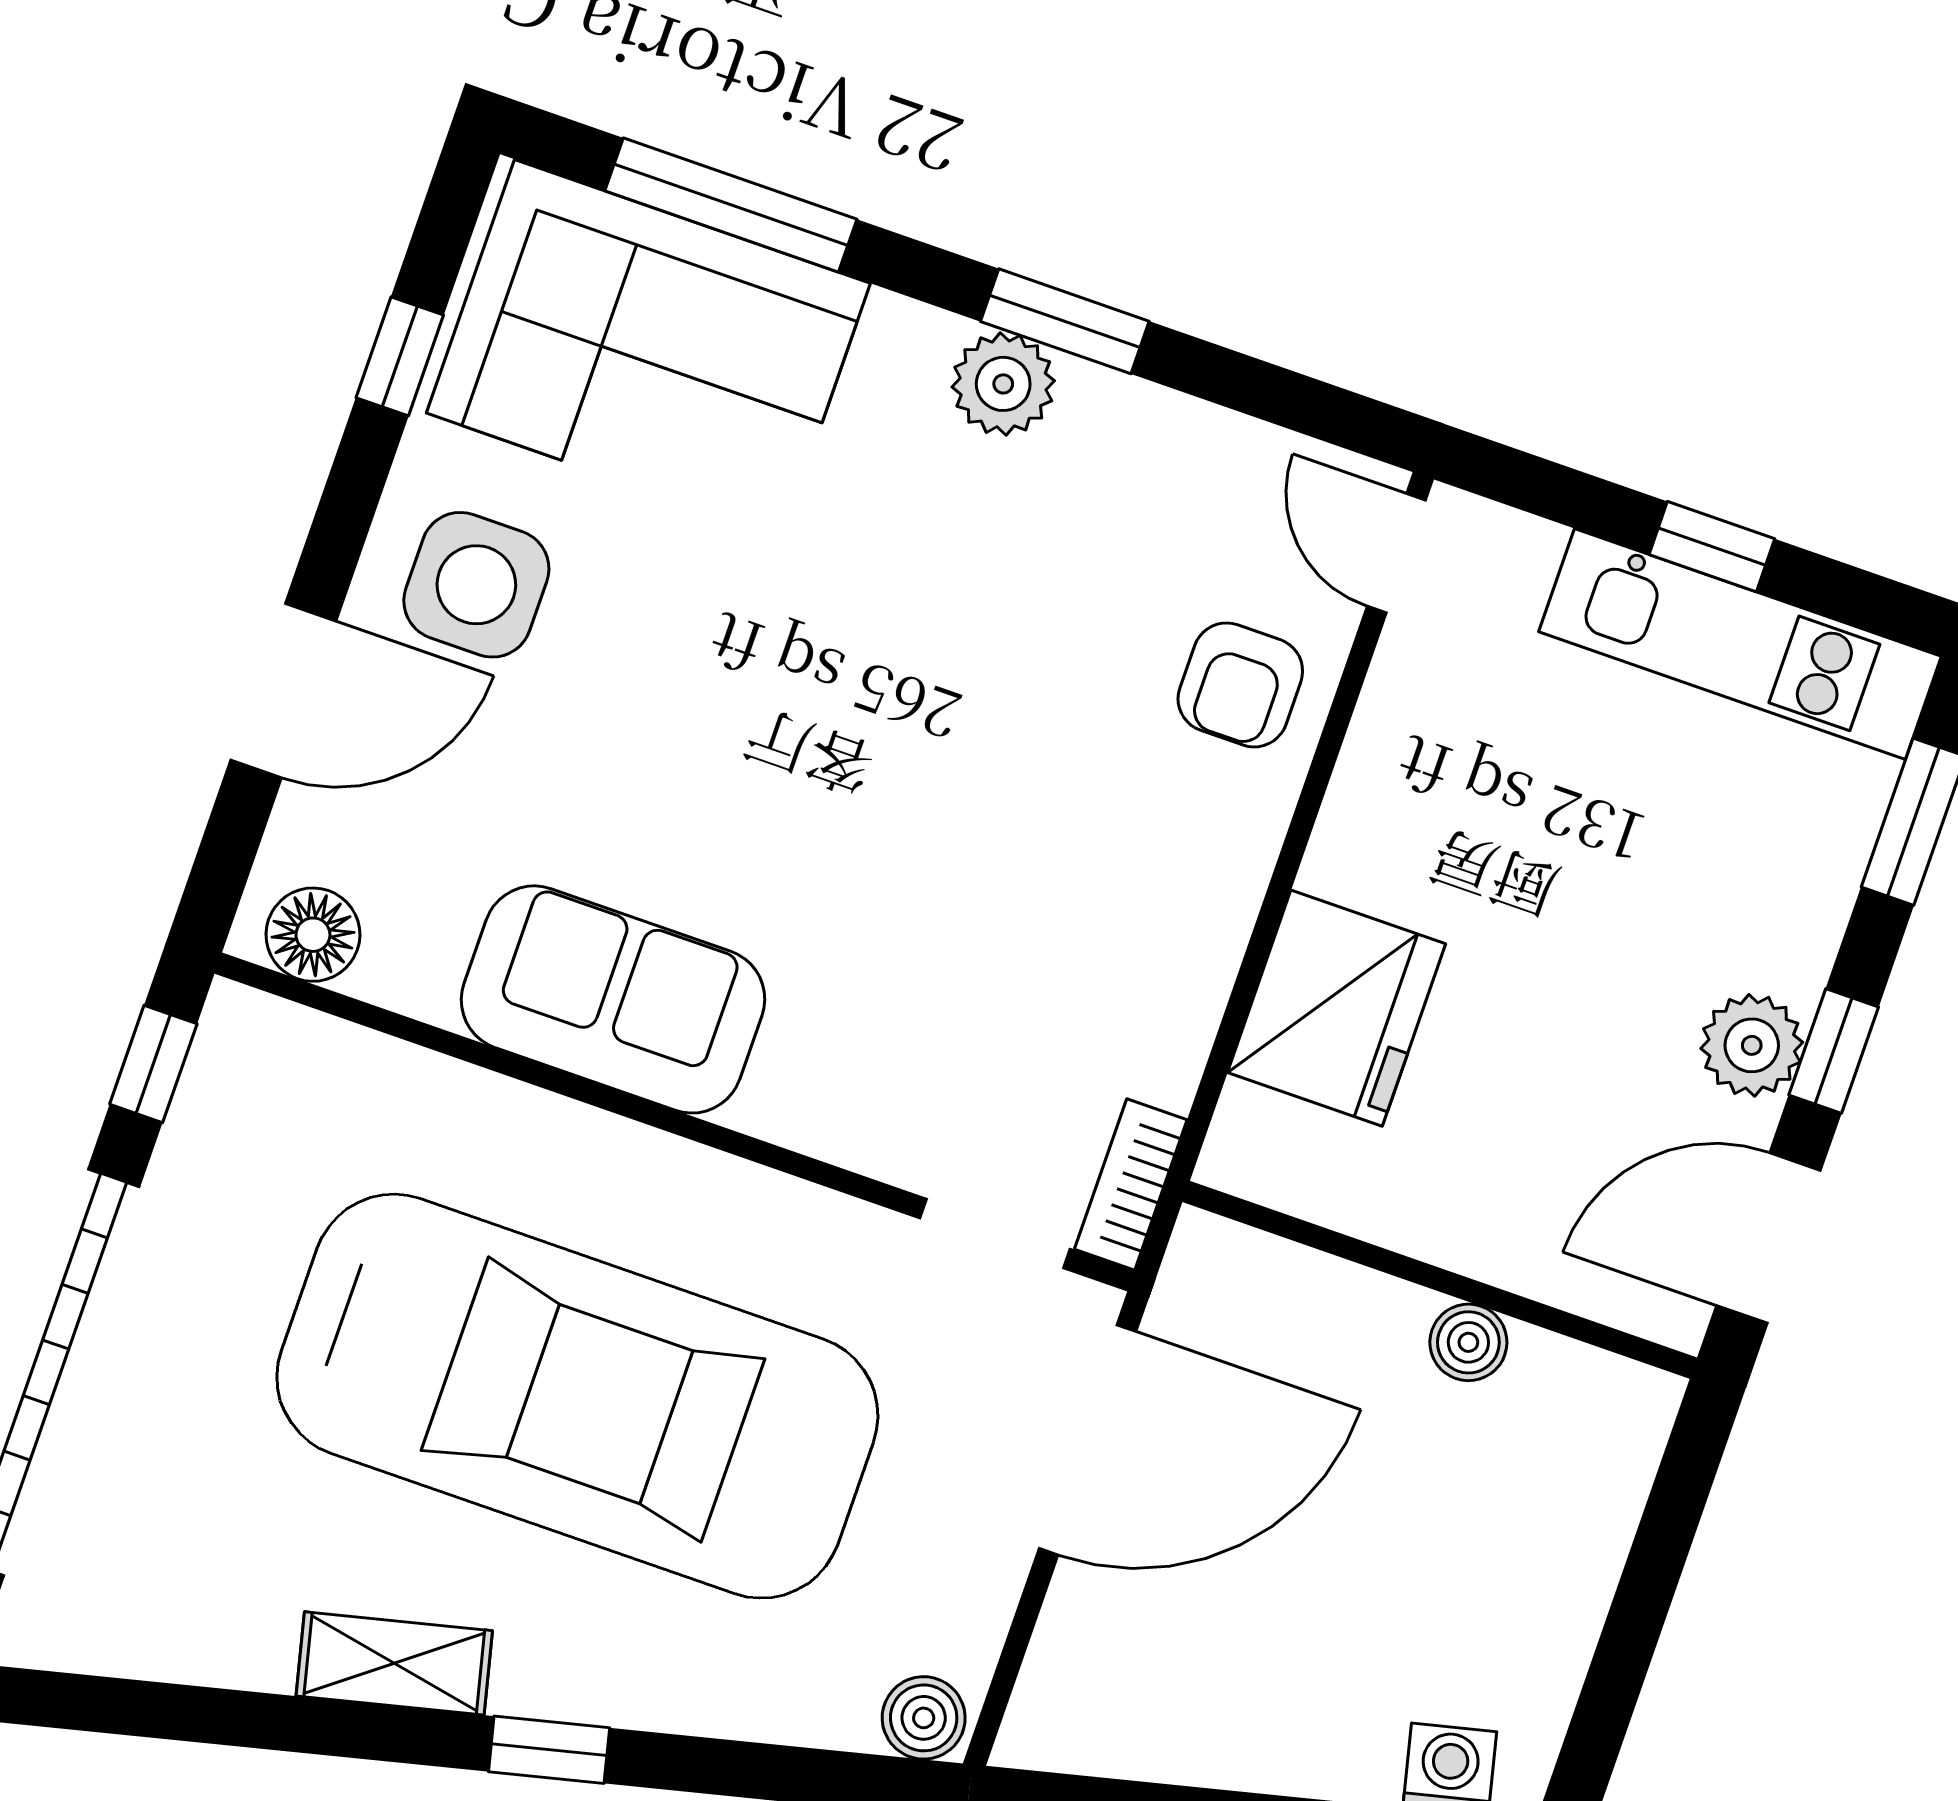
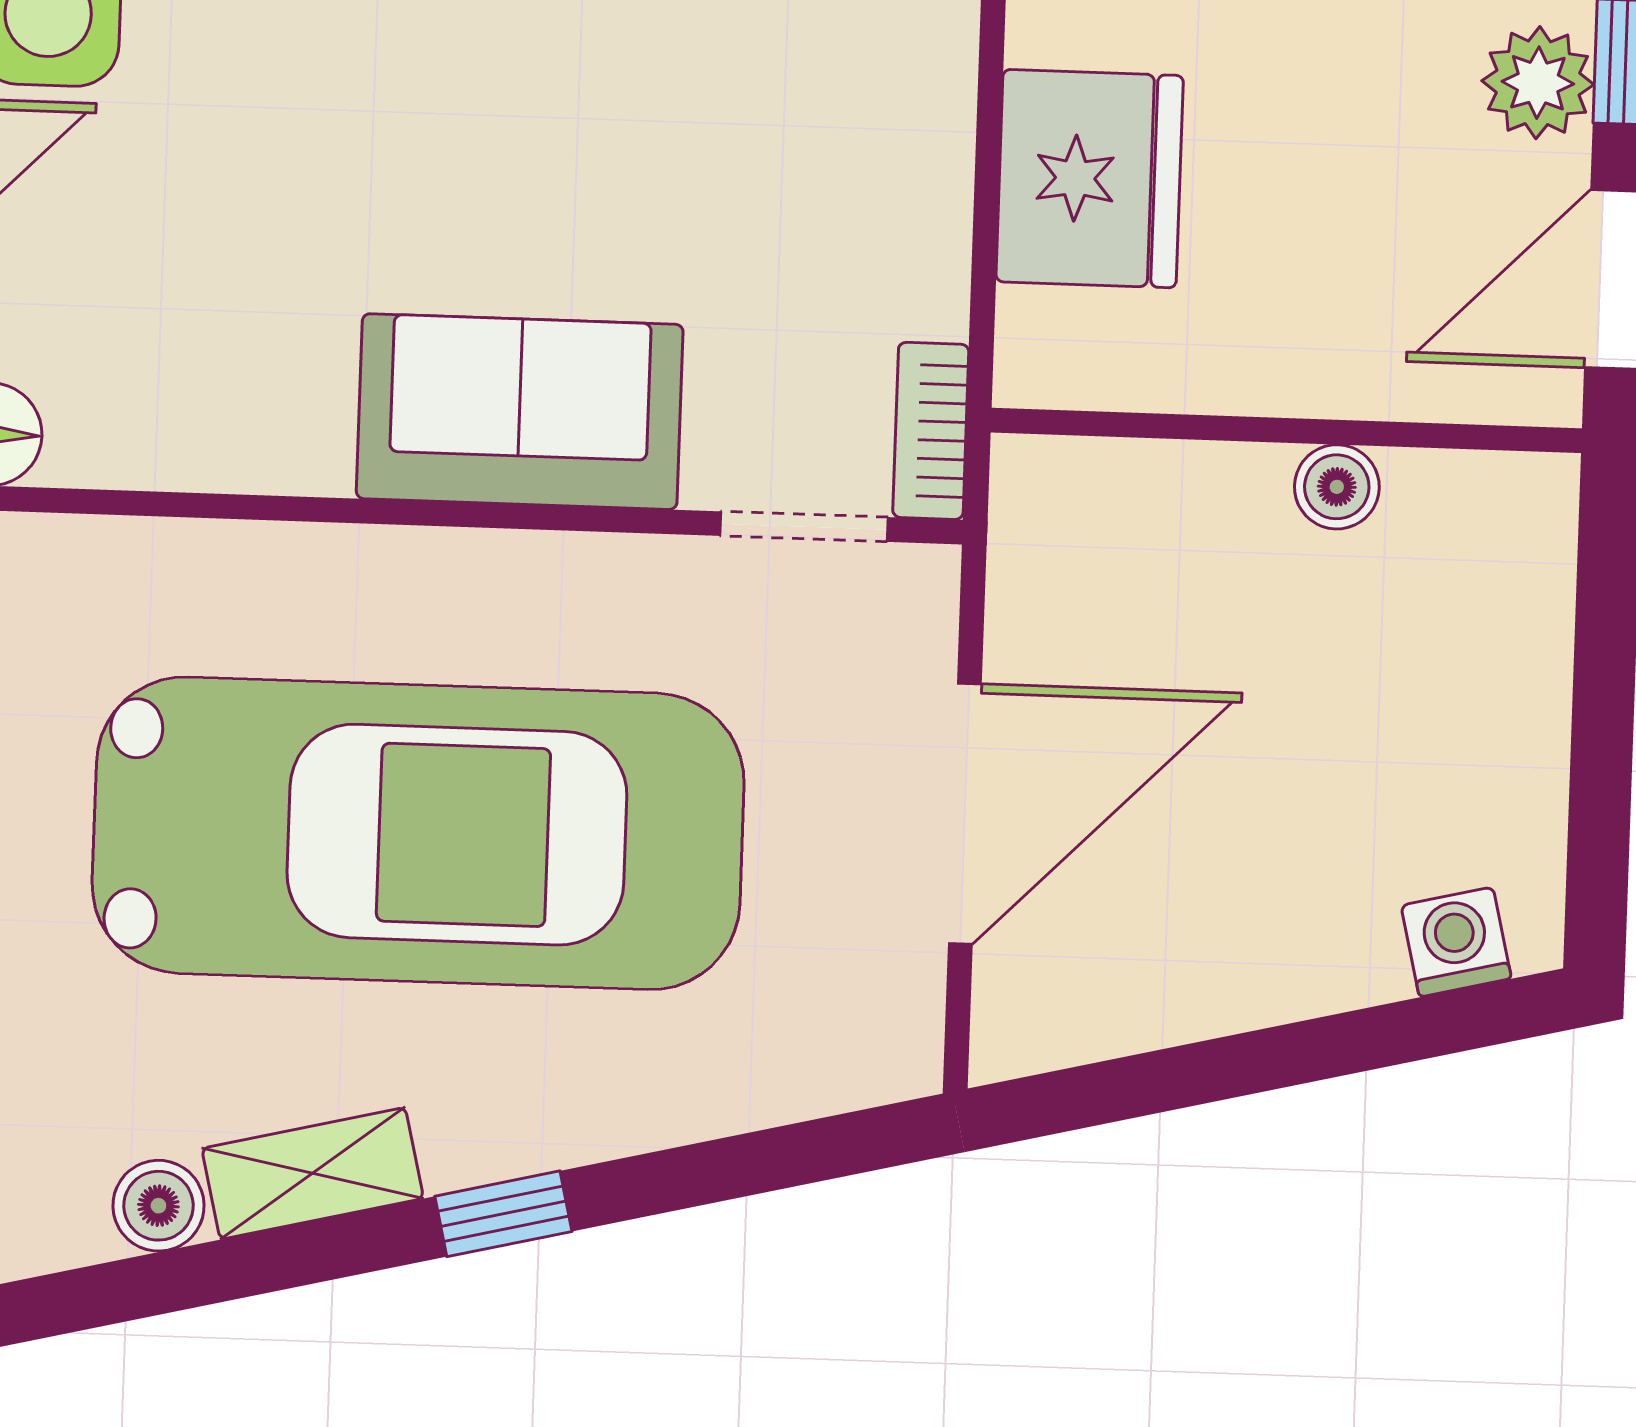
sofa: (613, 999) -> (520, 412), moved
door: (1088, 1440) -> (965, 814), moved
boiler: (924, 1718) -> (158, 1206), moved

